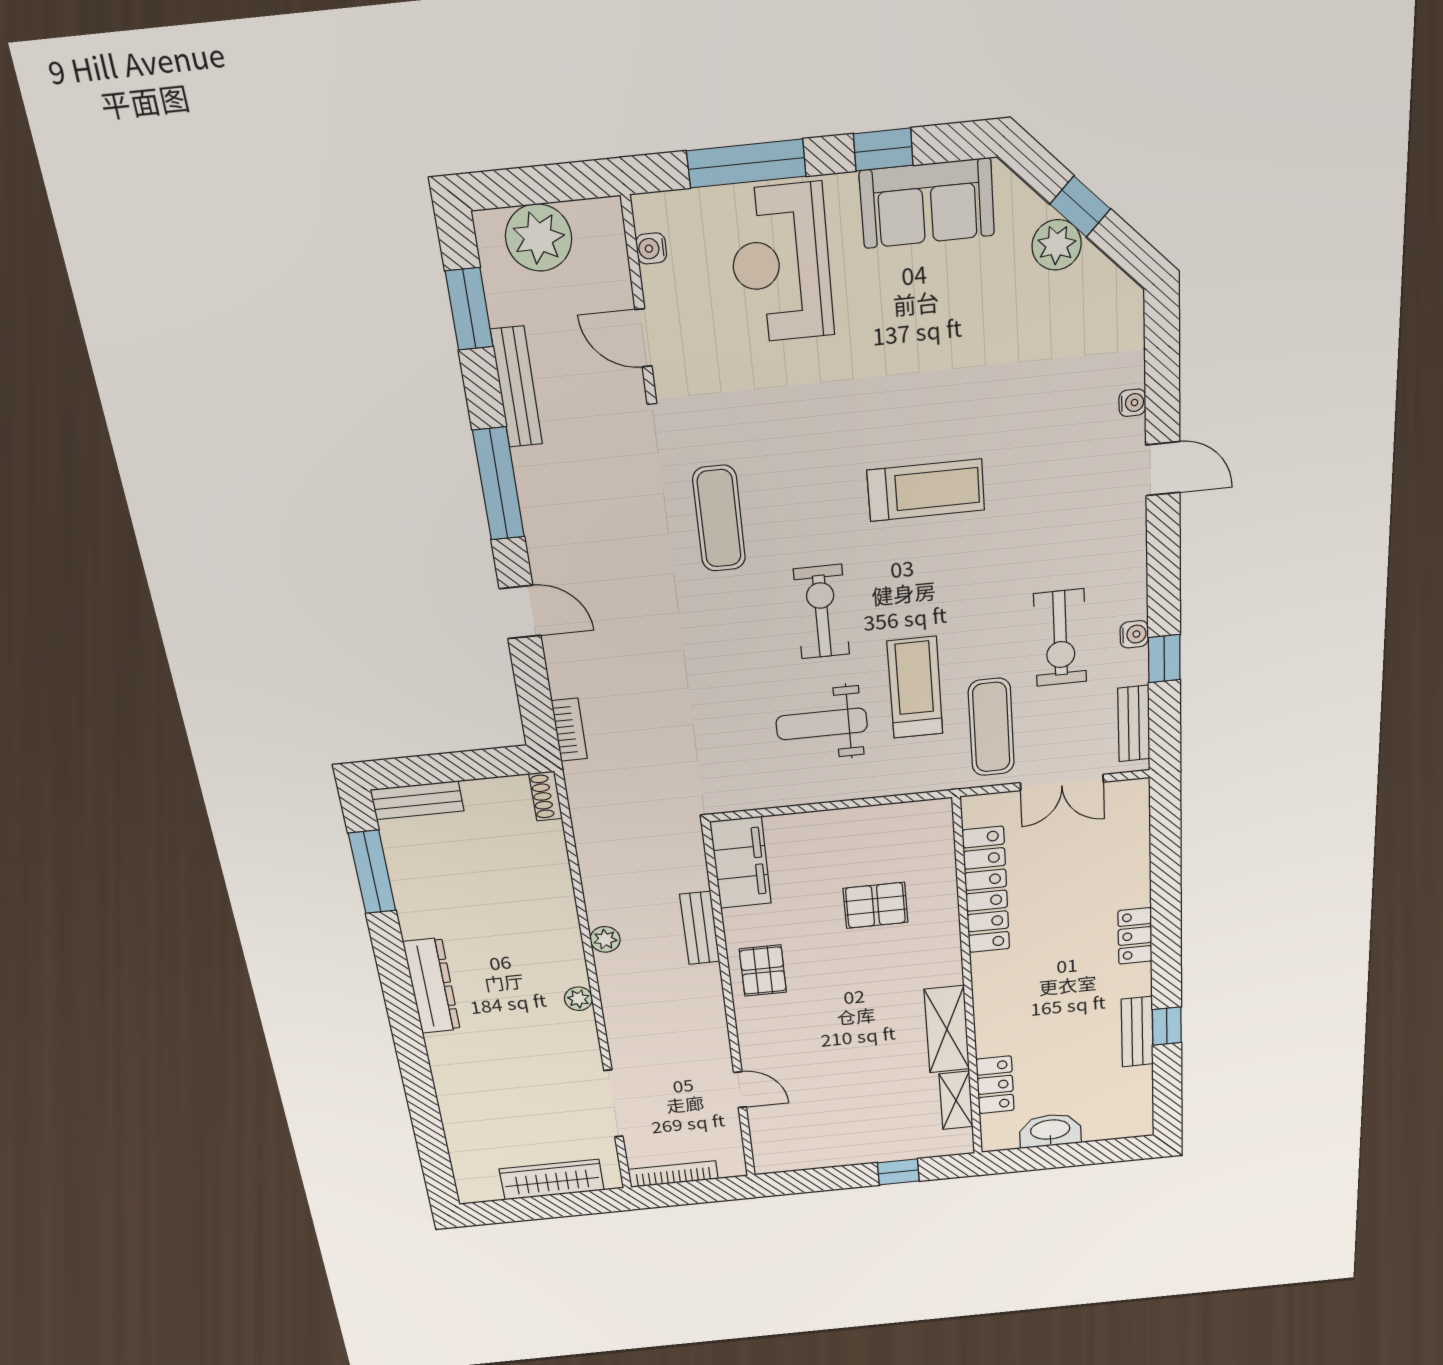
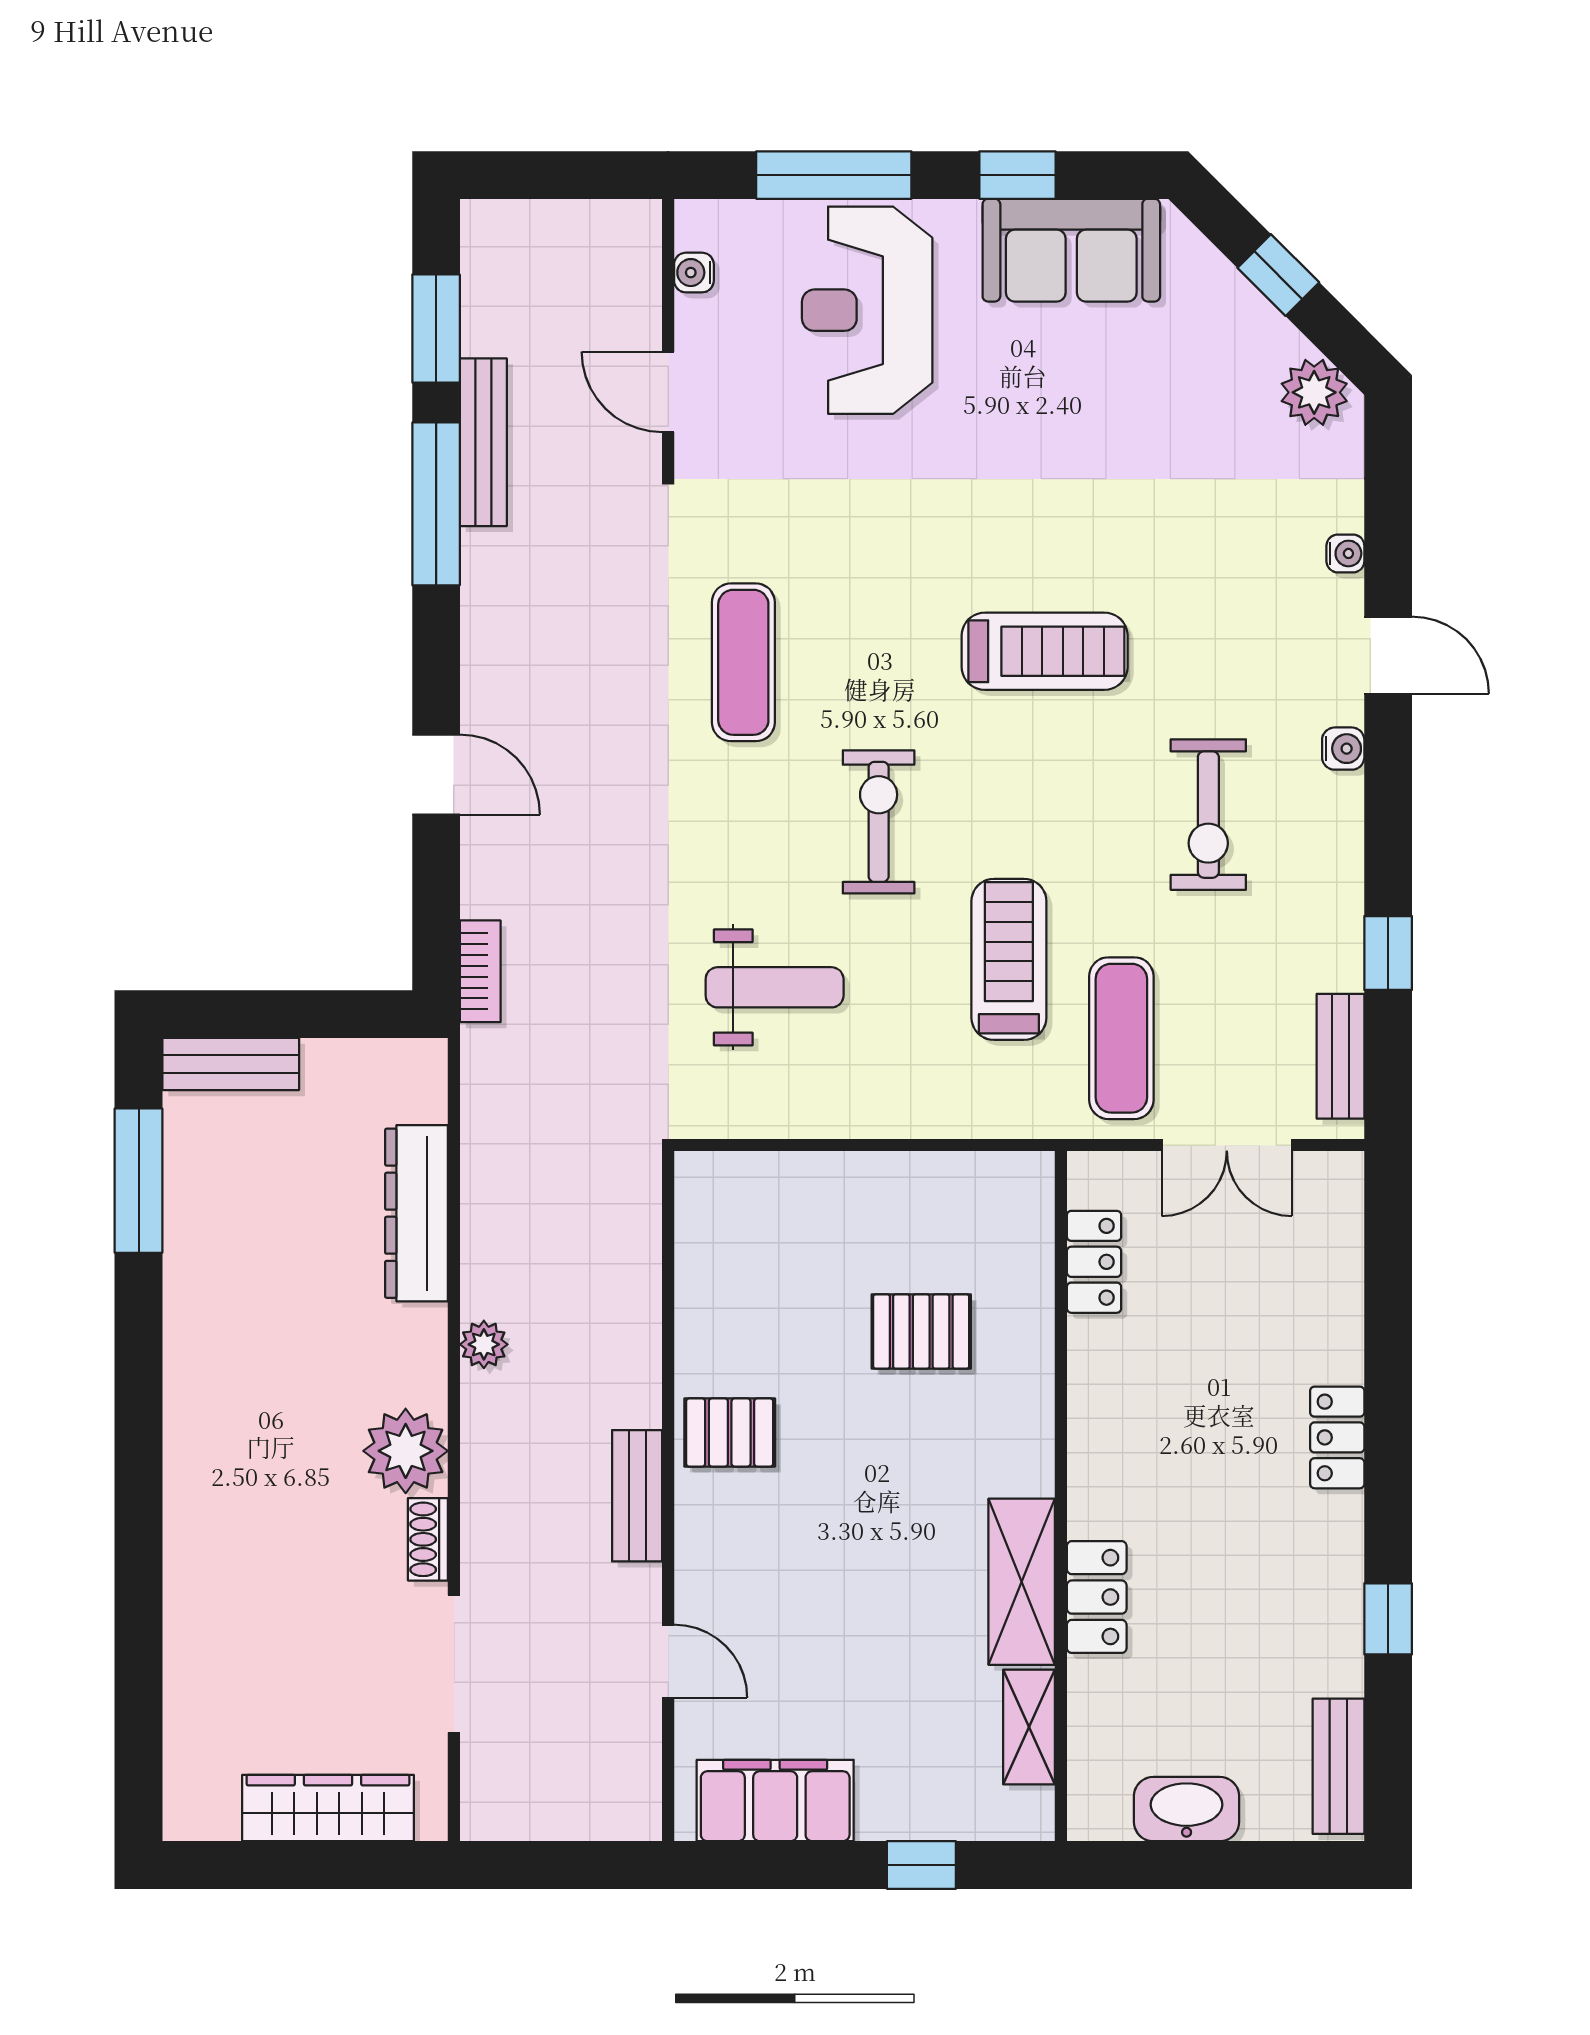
plant: (539, 238) -> (545, 243), removed
plant: (1057, 245) -> (1314, 392), moved
window: (499, 484) -> (436, 504), moved
water cooler: (1134, 634) -> (1343, 749), moved
exercise bike: (1060, 638) -> (1208, 815), moved
weight bench: (822, 724) -> (775, 987), moved, turned 180
shoe rack: (546, 796) -> (428, 1539), moved
filing cabinet: (741, 863) -> (775, 1800), moved, turned -90
locker: (986, 890) -> (1094, 1262), width x0.46, depth x0.83
bench: (700, 928) -> (637, 1496), moved
pallet: (763, 971) -> (730, 1432), turned 90
dresser: (432, 986) -> (417, 1213), moved, turned 180
plant: (578, 999) -> (406, 1451), width x1.88, depth x1.88
bench: (1137, 1032) -> (1338, 1766), moved
locker: (995, 1085) -> (1097, 1597), moved
bookcase: (673, 1174) -> (535, 1822), removed

